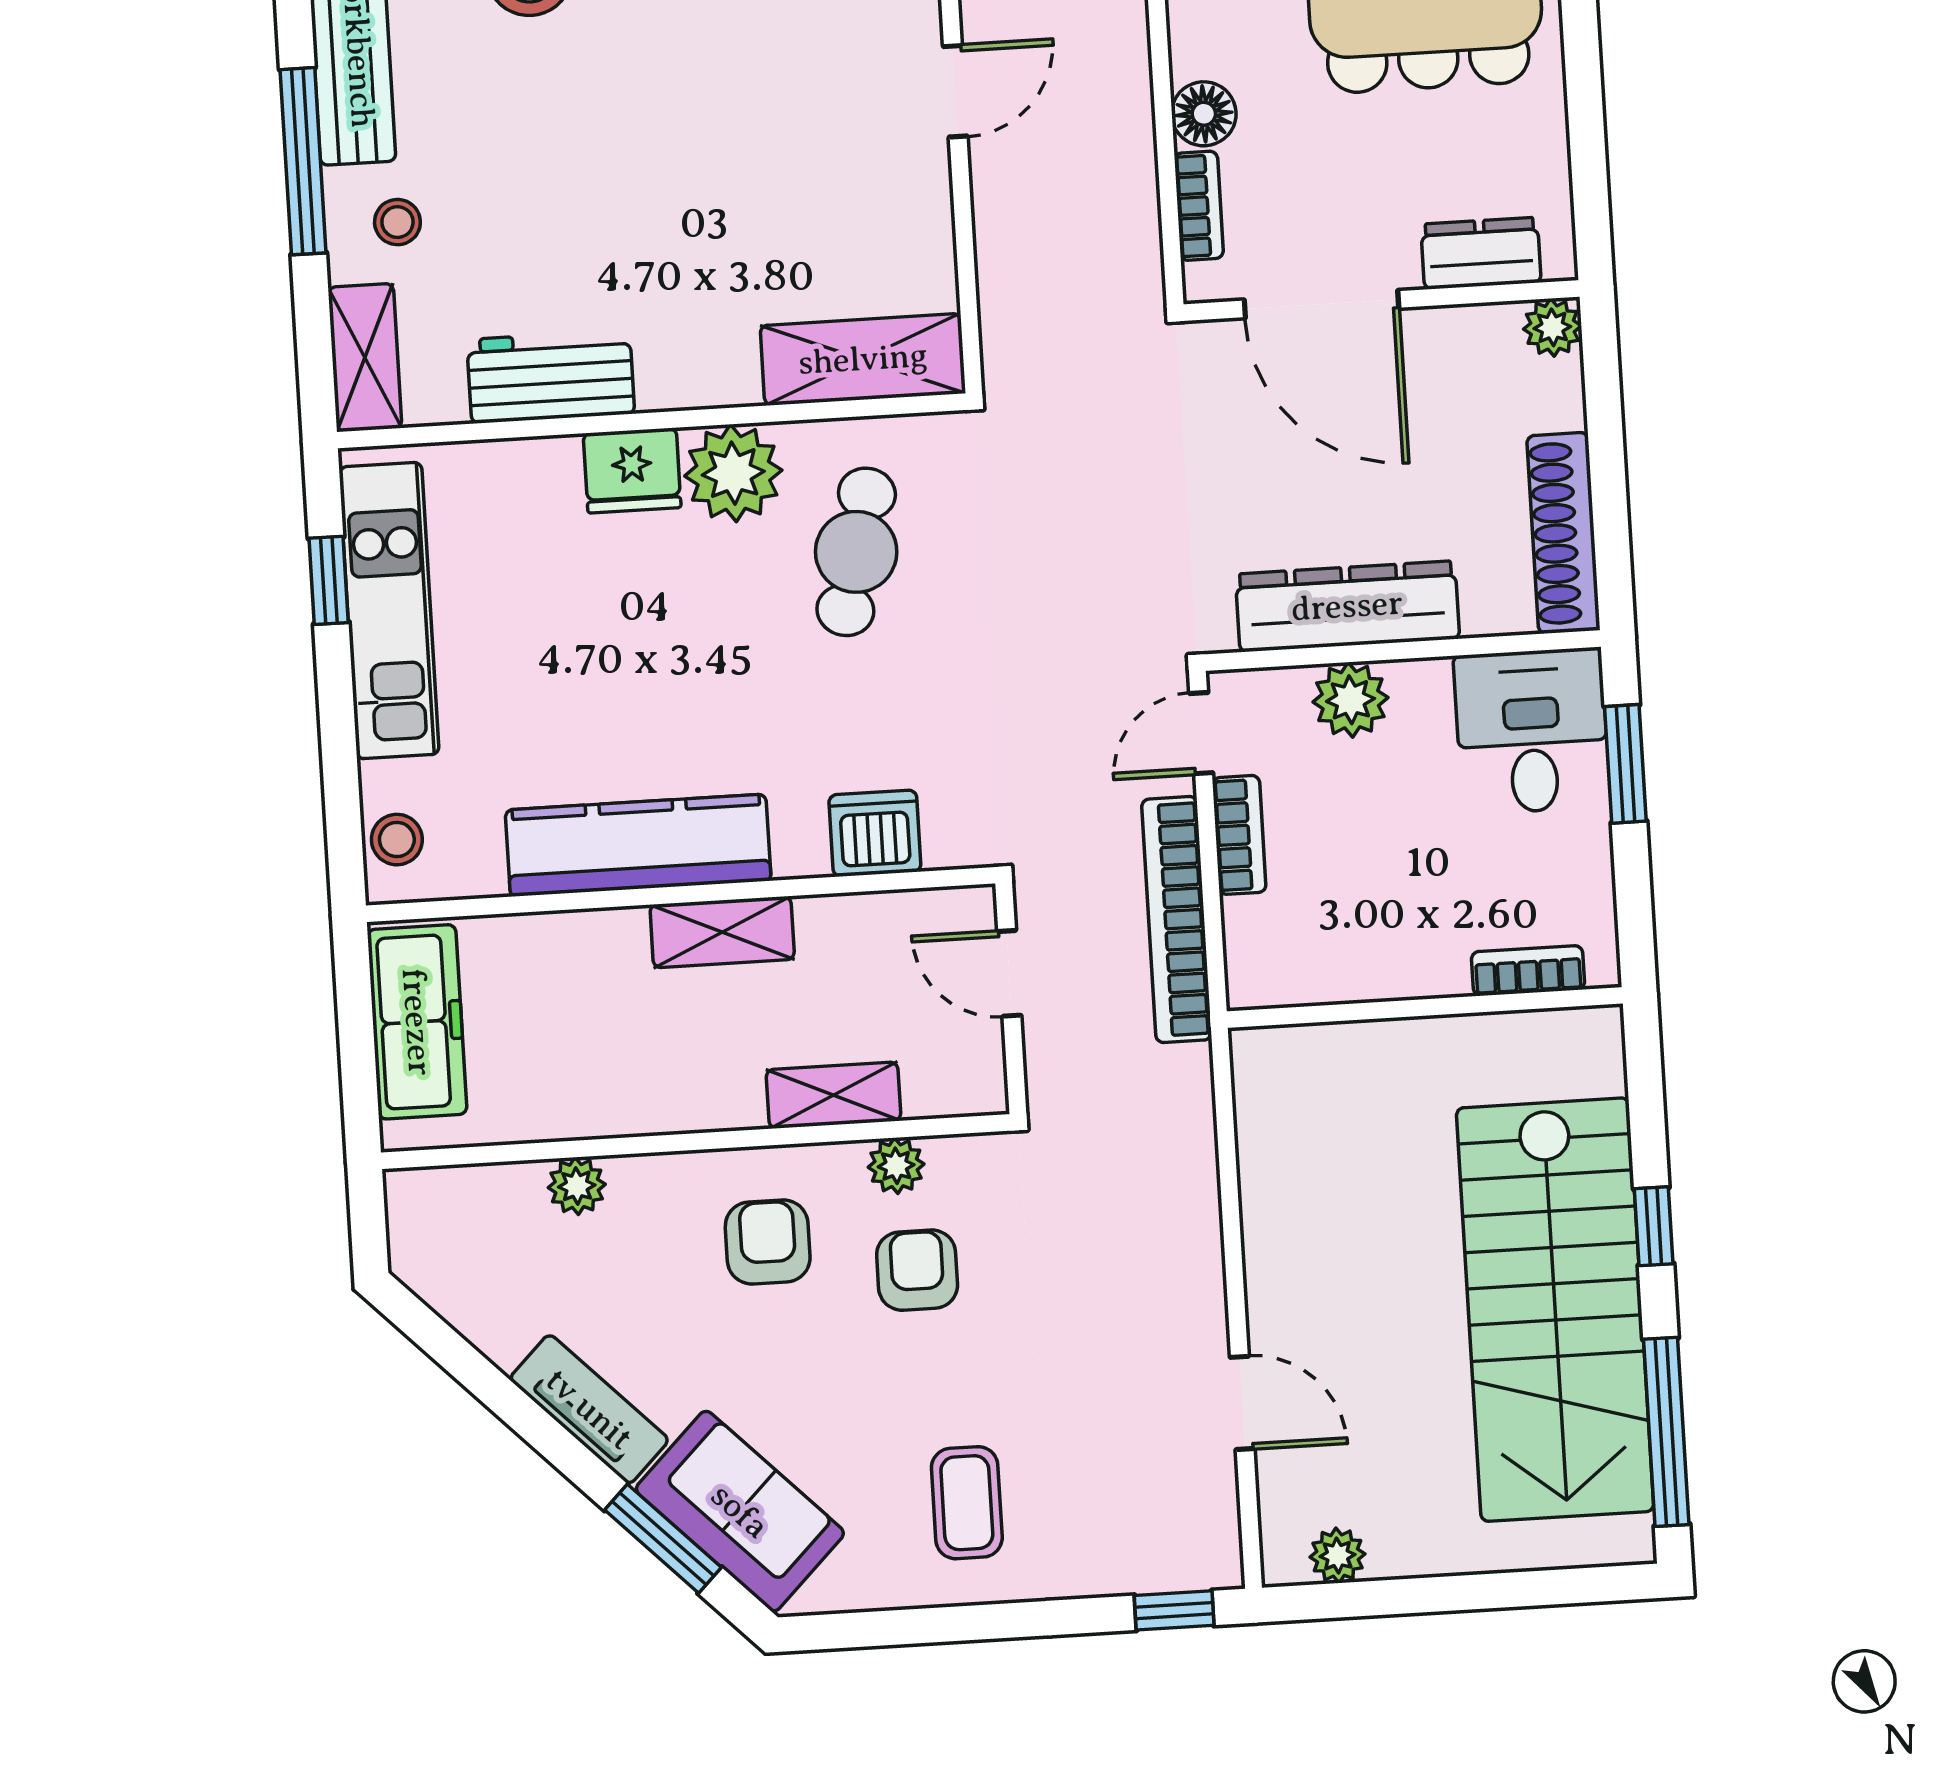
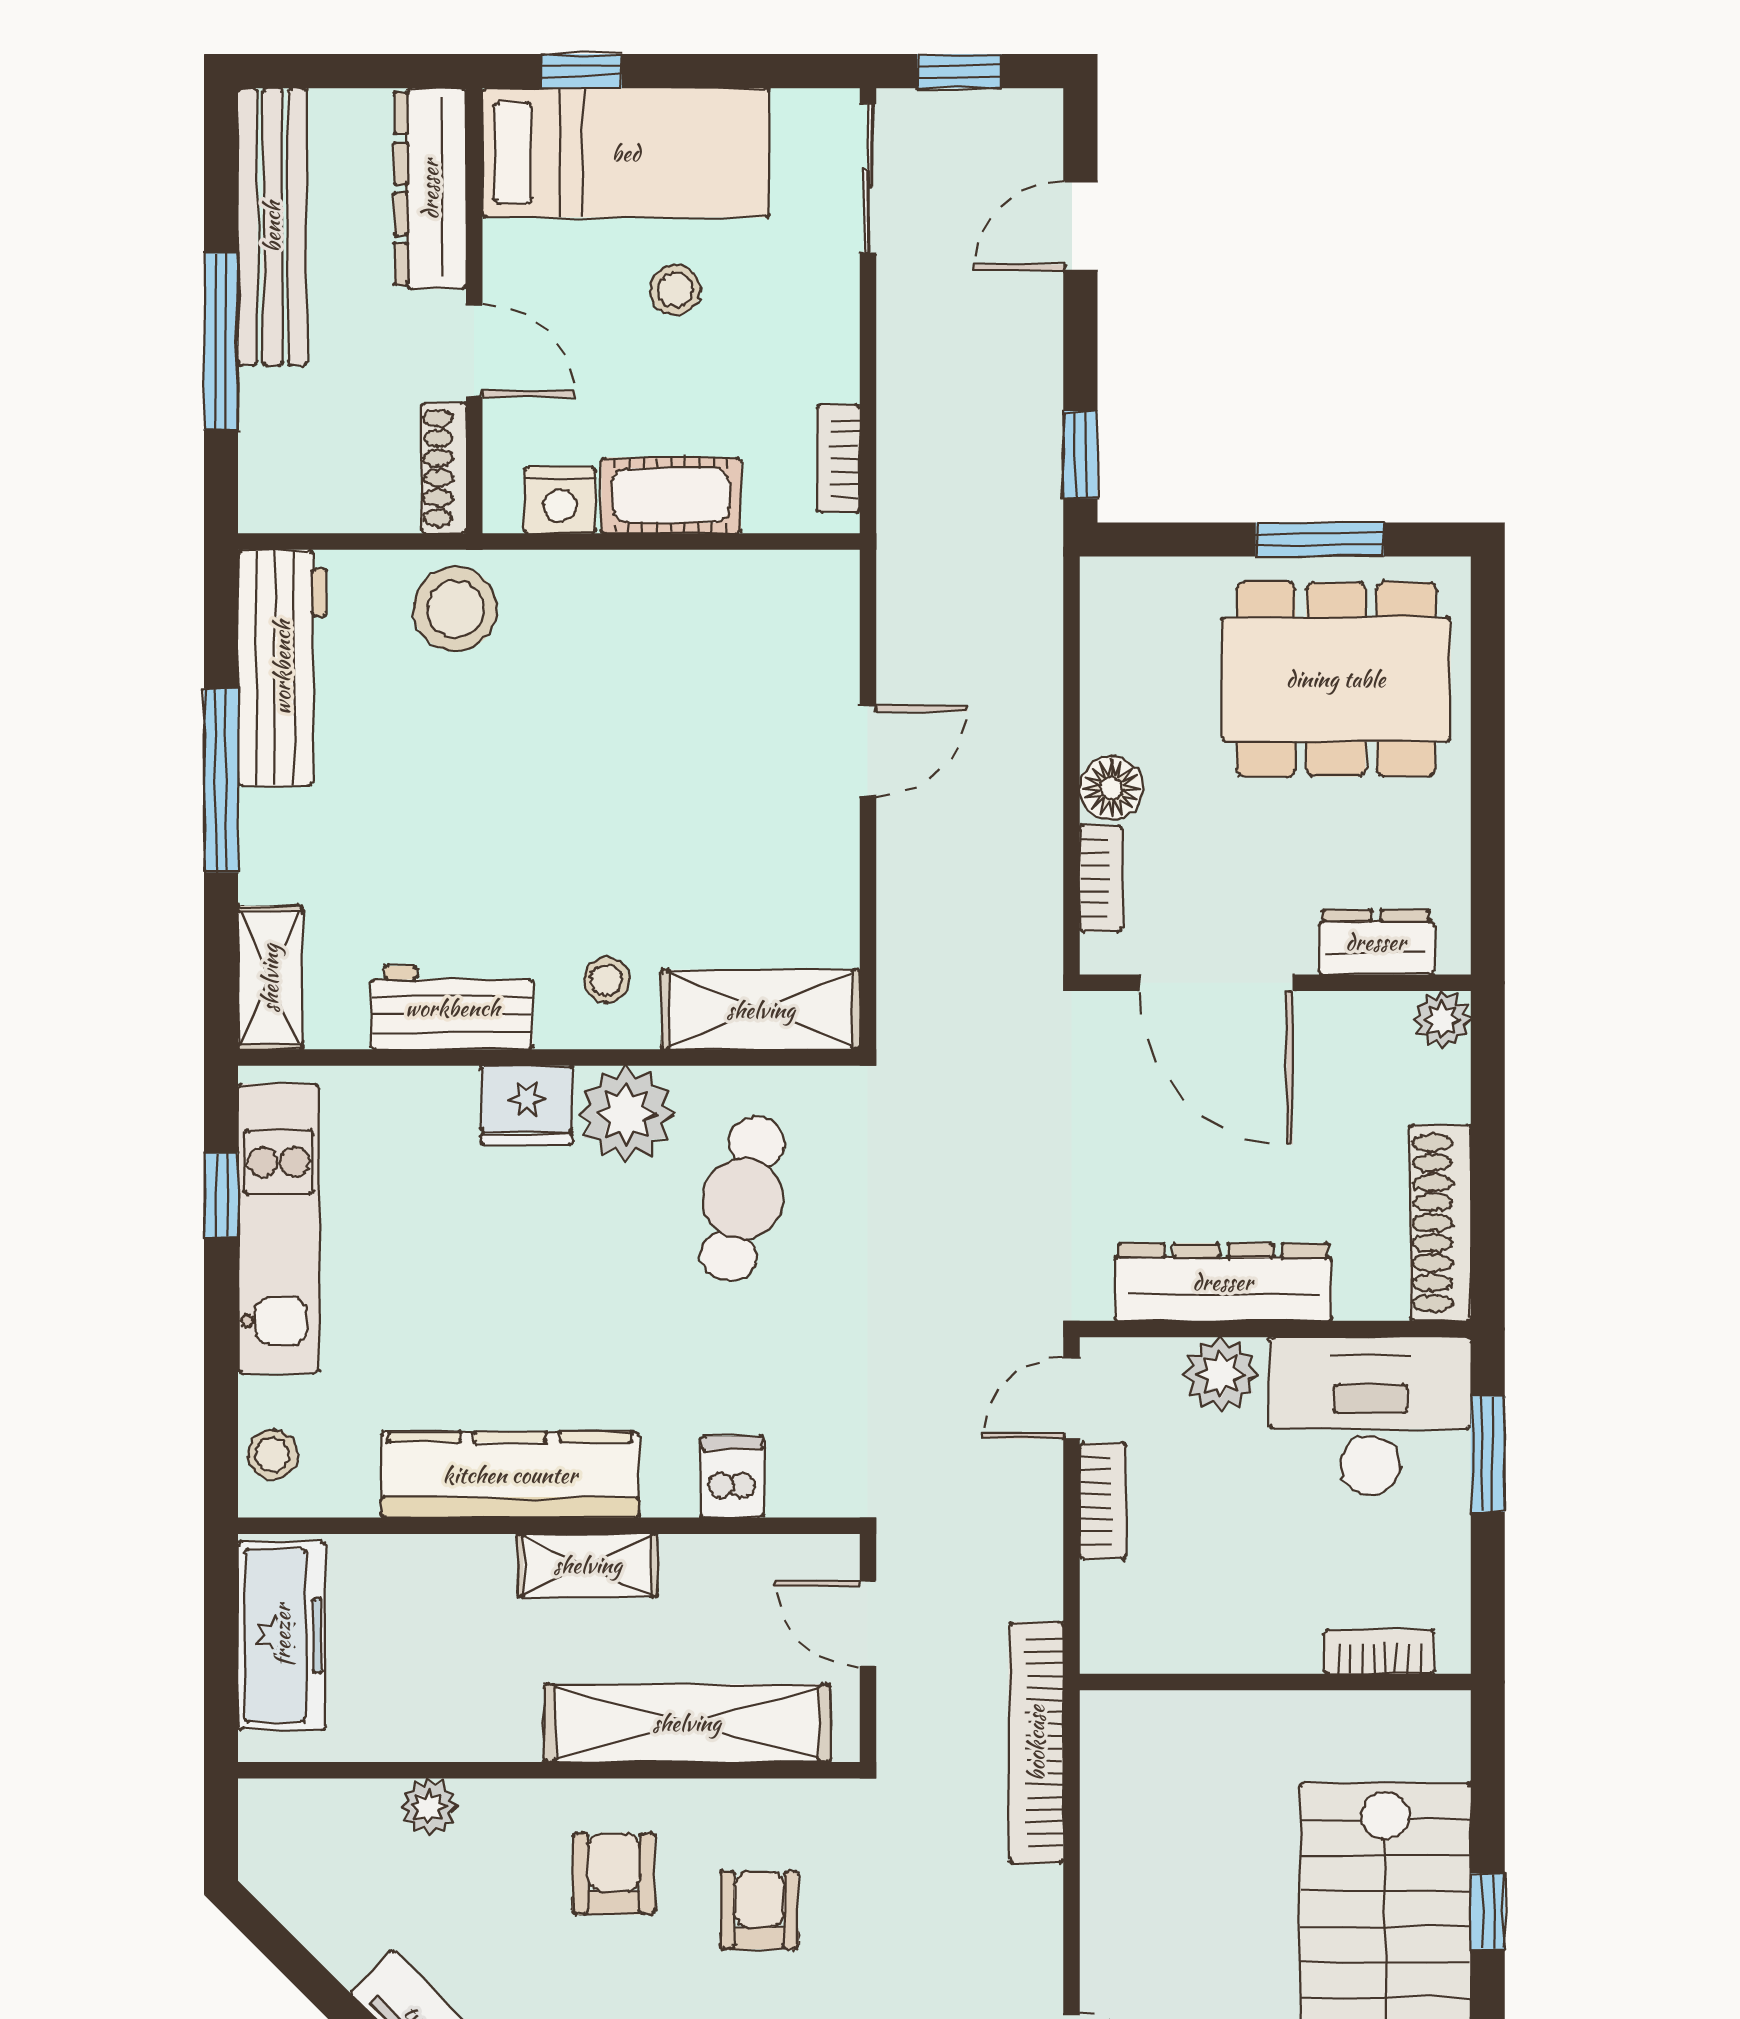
stool: (397, 222) -> (606, 980), moved
desk: (1532, 731) -> (1370, 1416), width x1.37
dishwasher: (875, 833) -> (732, 1477), width x0.73
bookcase: (1177, 920) -> (1036, 1743), moved
shelving: (833, 1095) -> (687, 1723), width x2.20, depth x1.33
plant: (896, 1166) -> (745, 1806), removed

